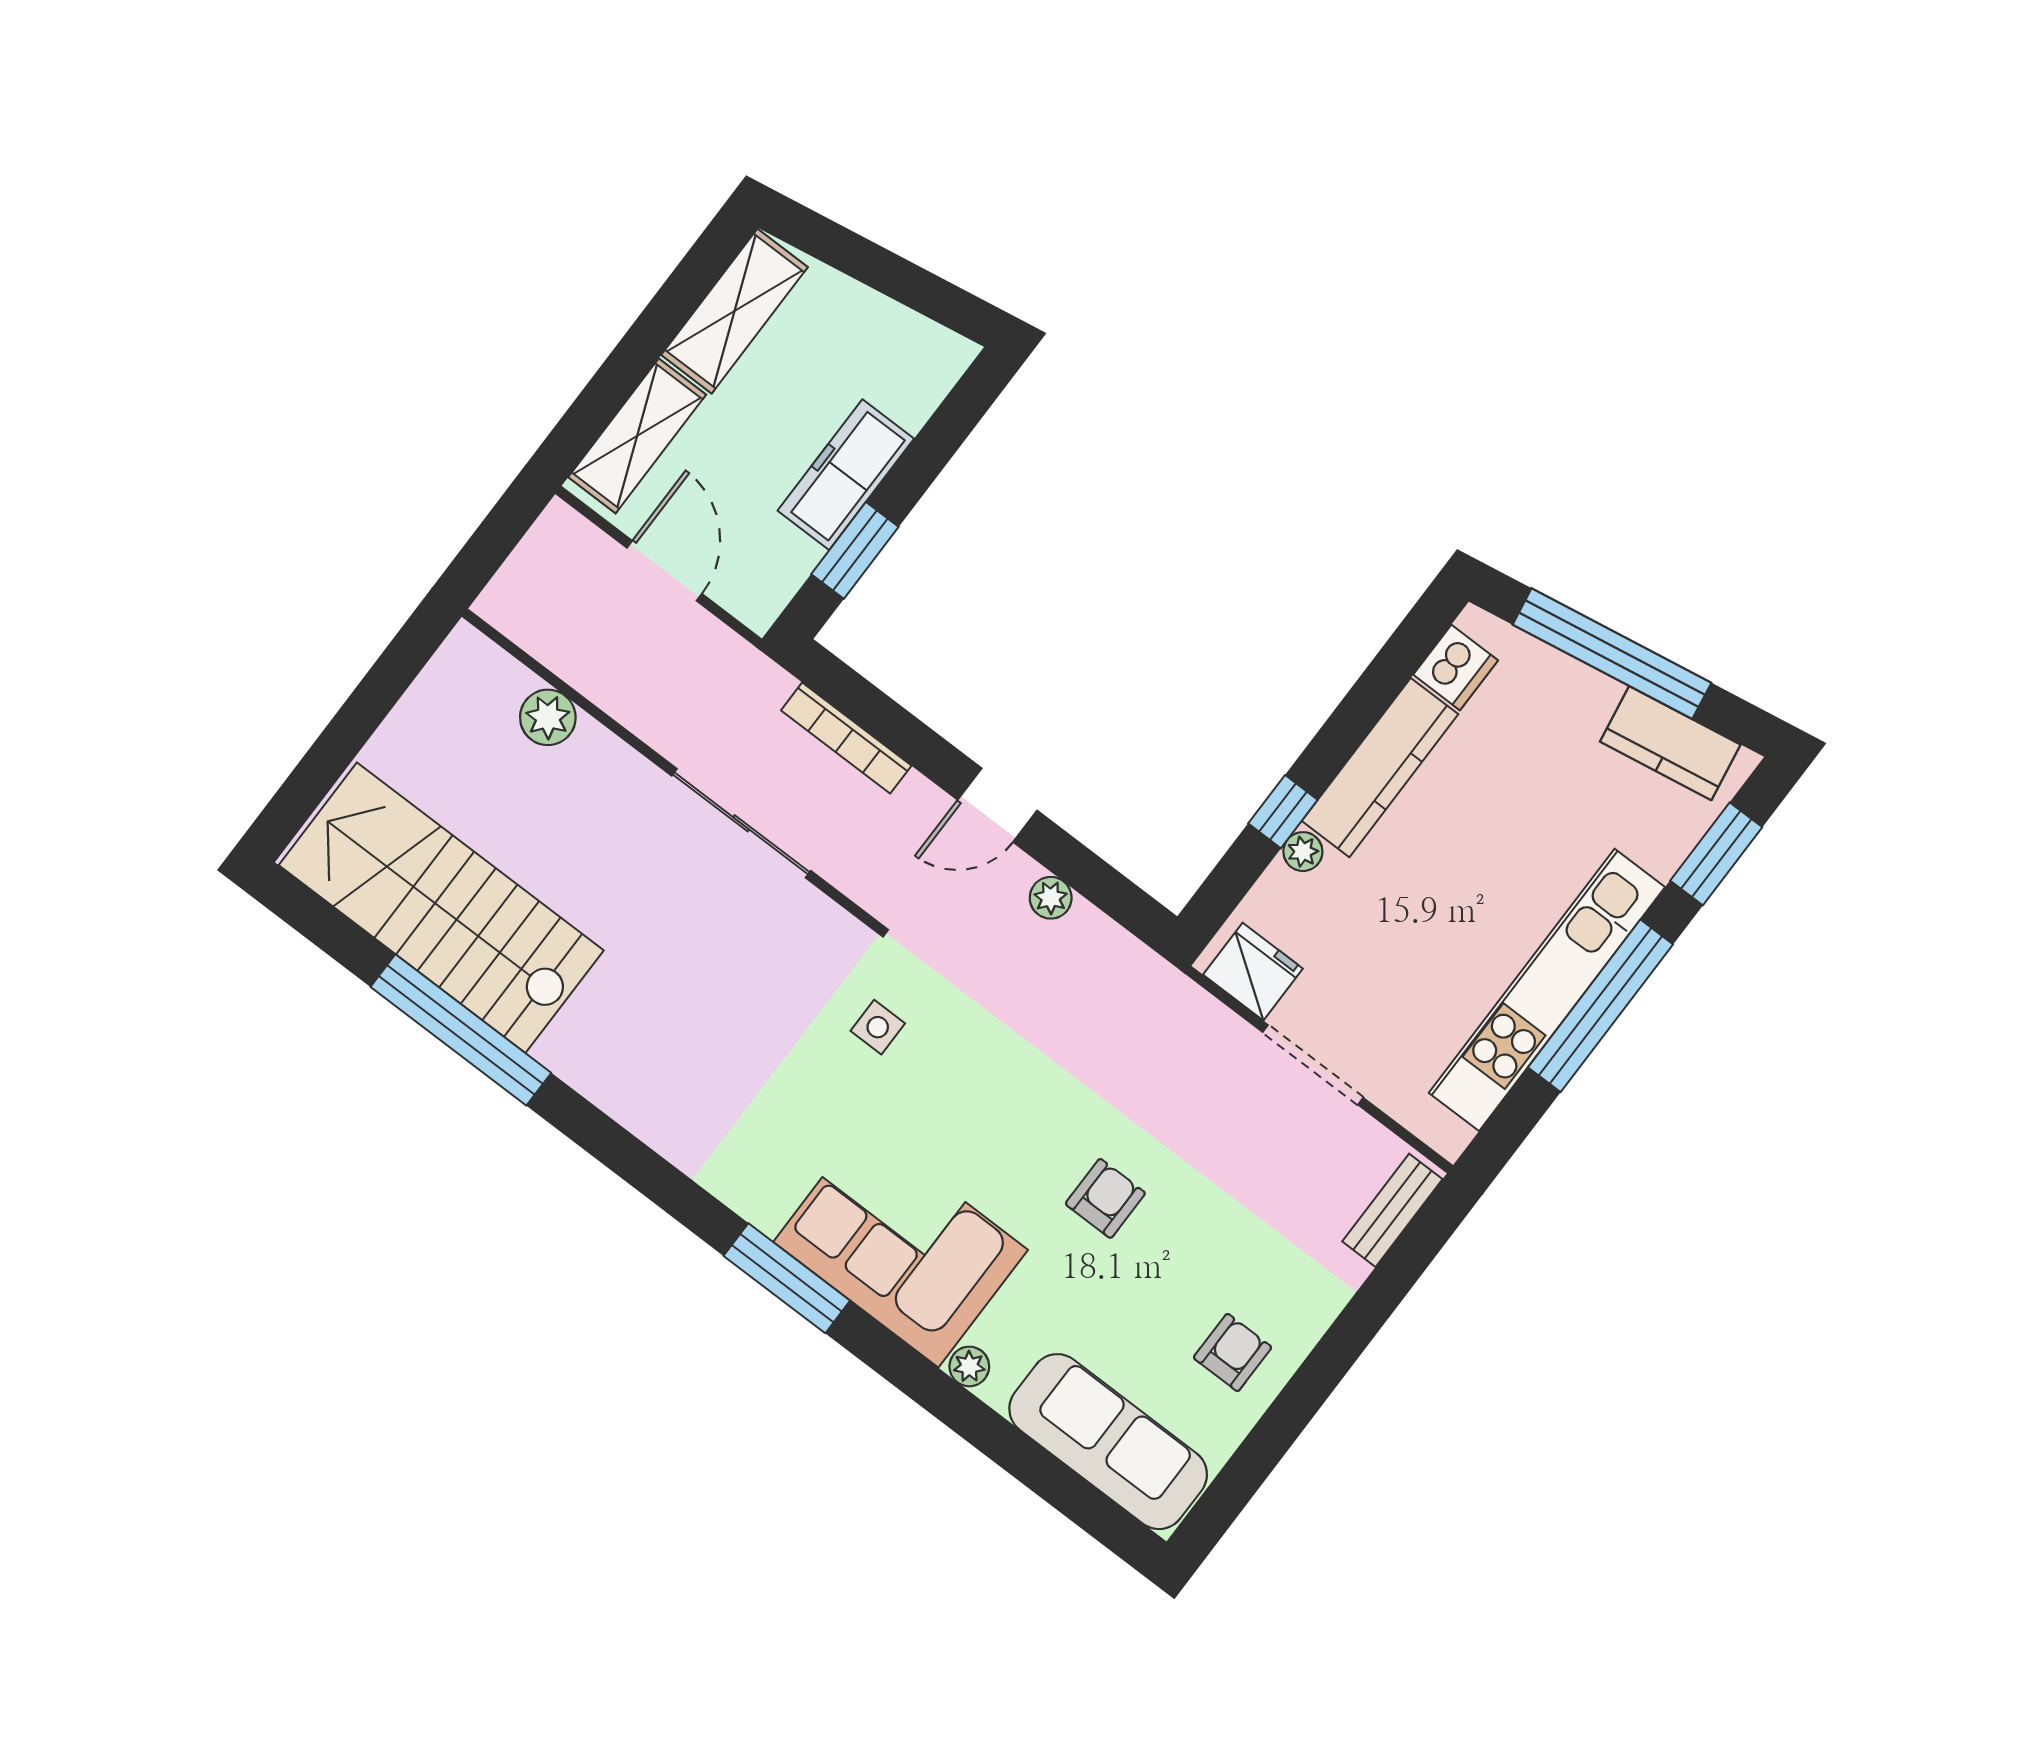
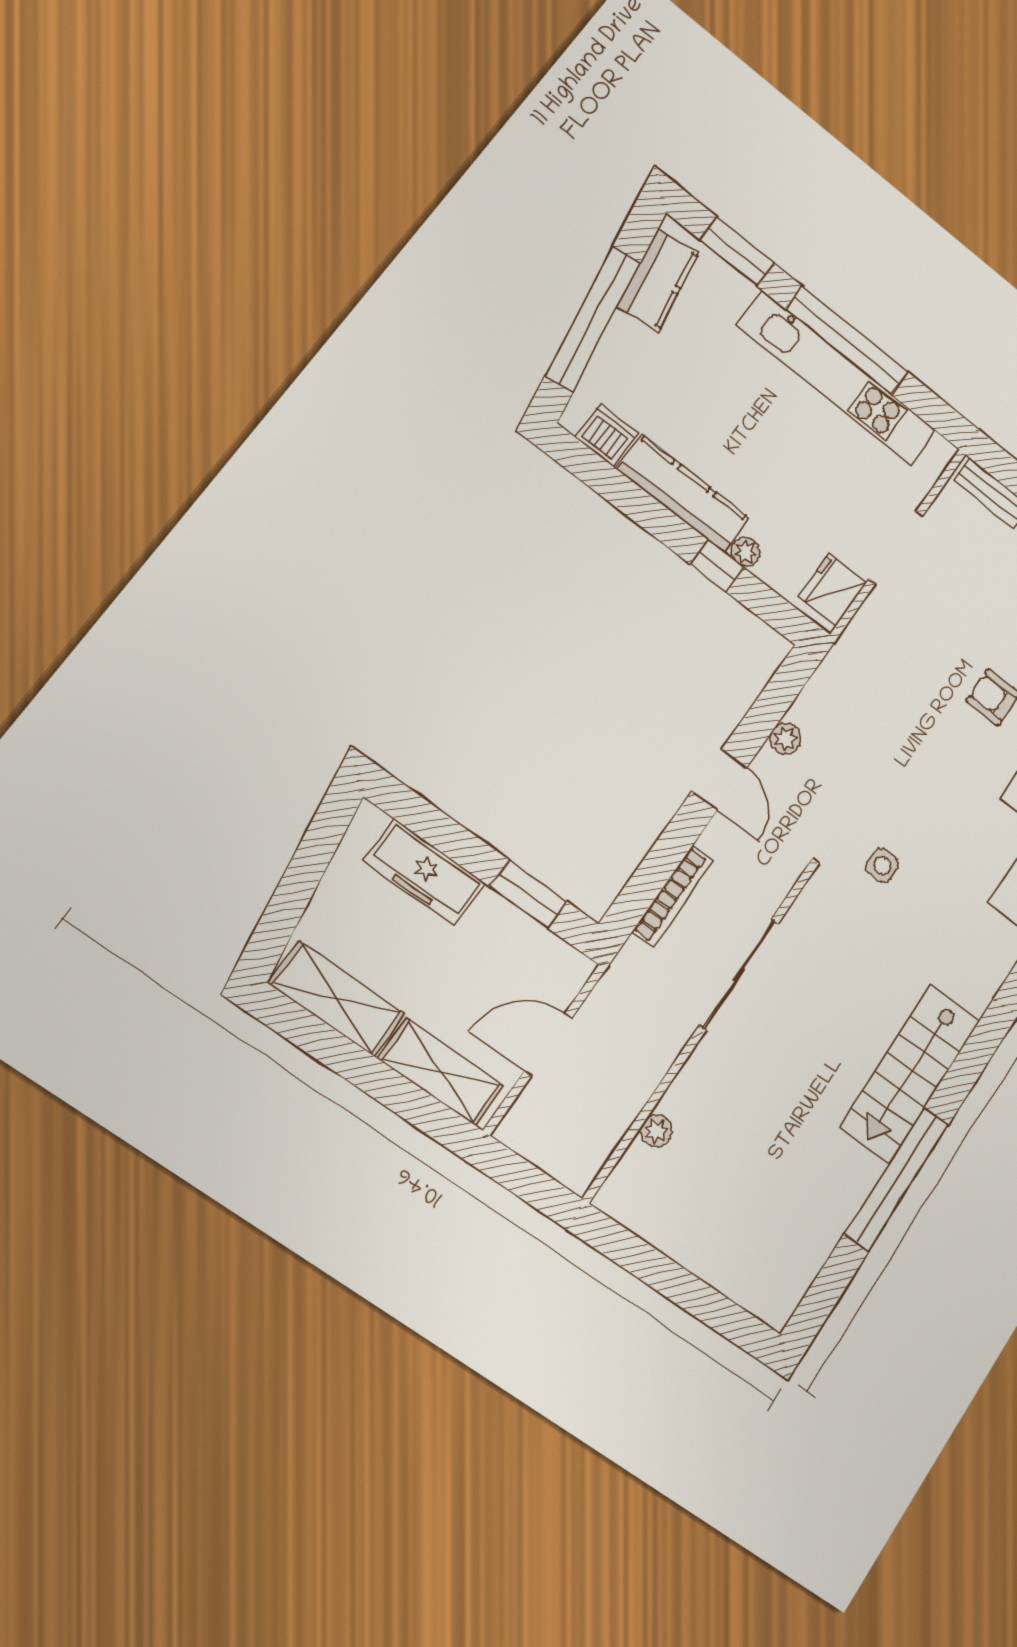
freezer: (846, 475) -> (425, 872), moved
plant: (548, 717) -> (656, 1131), width x0.73, depth x0.73
stairs: (441, 908) -> (910, 1074), moved, width x0.73, depth x0.66

